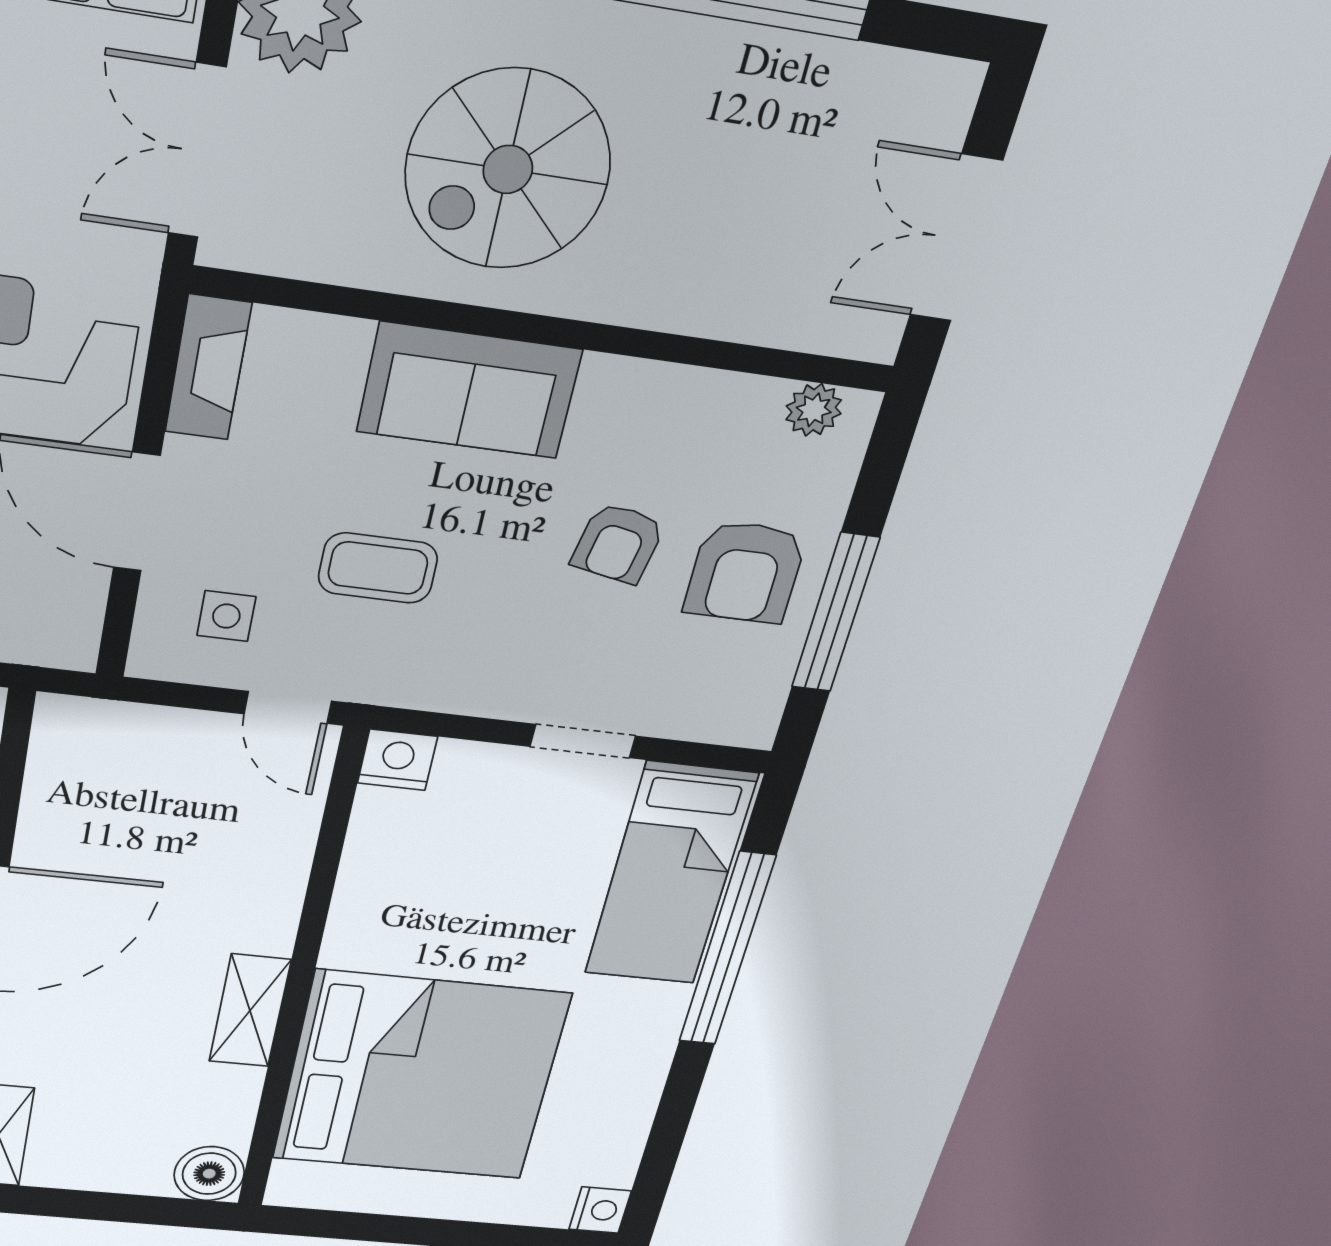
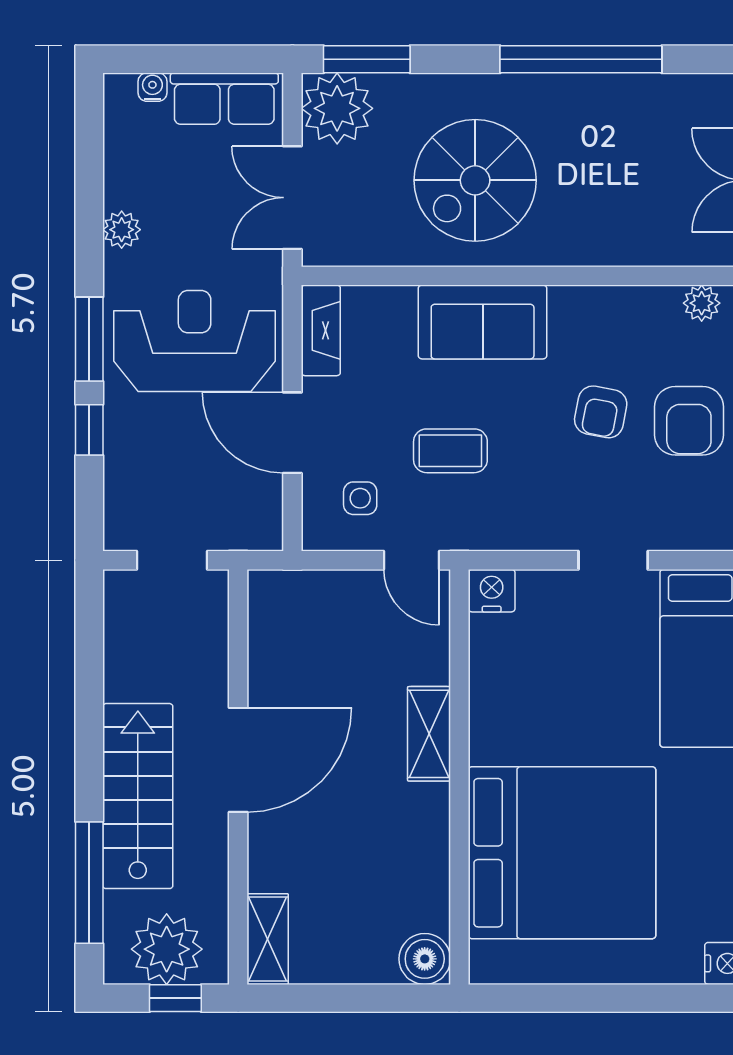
shelving: (250, 1011) -> (429, 734), moved

